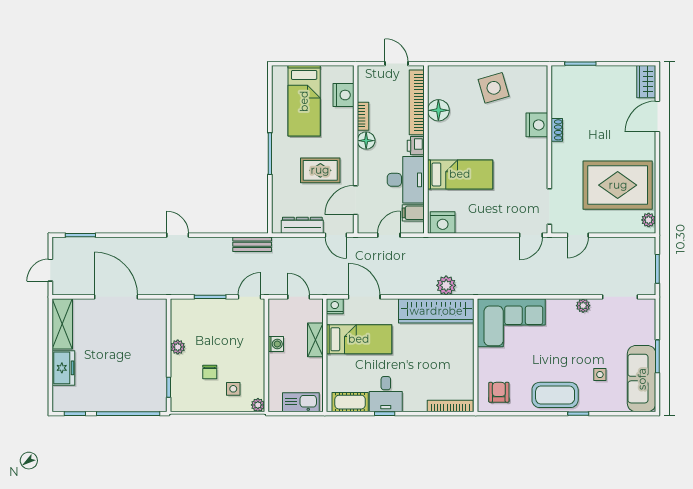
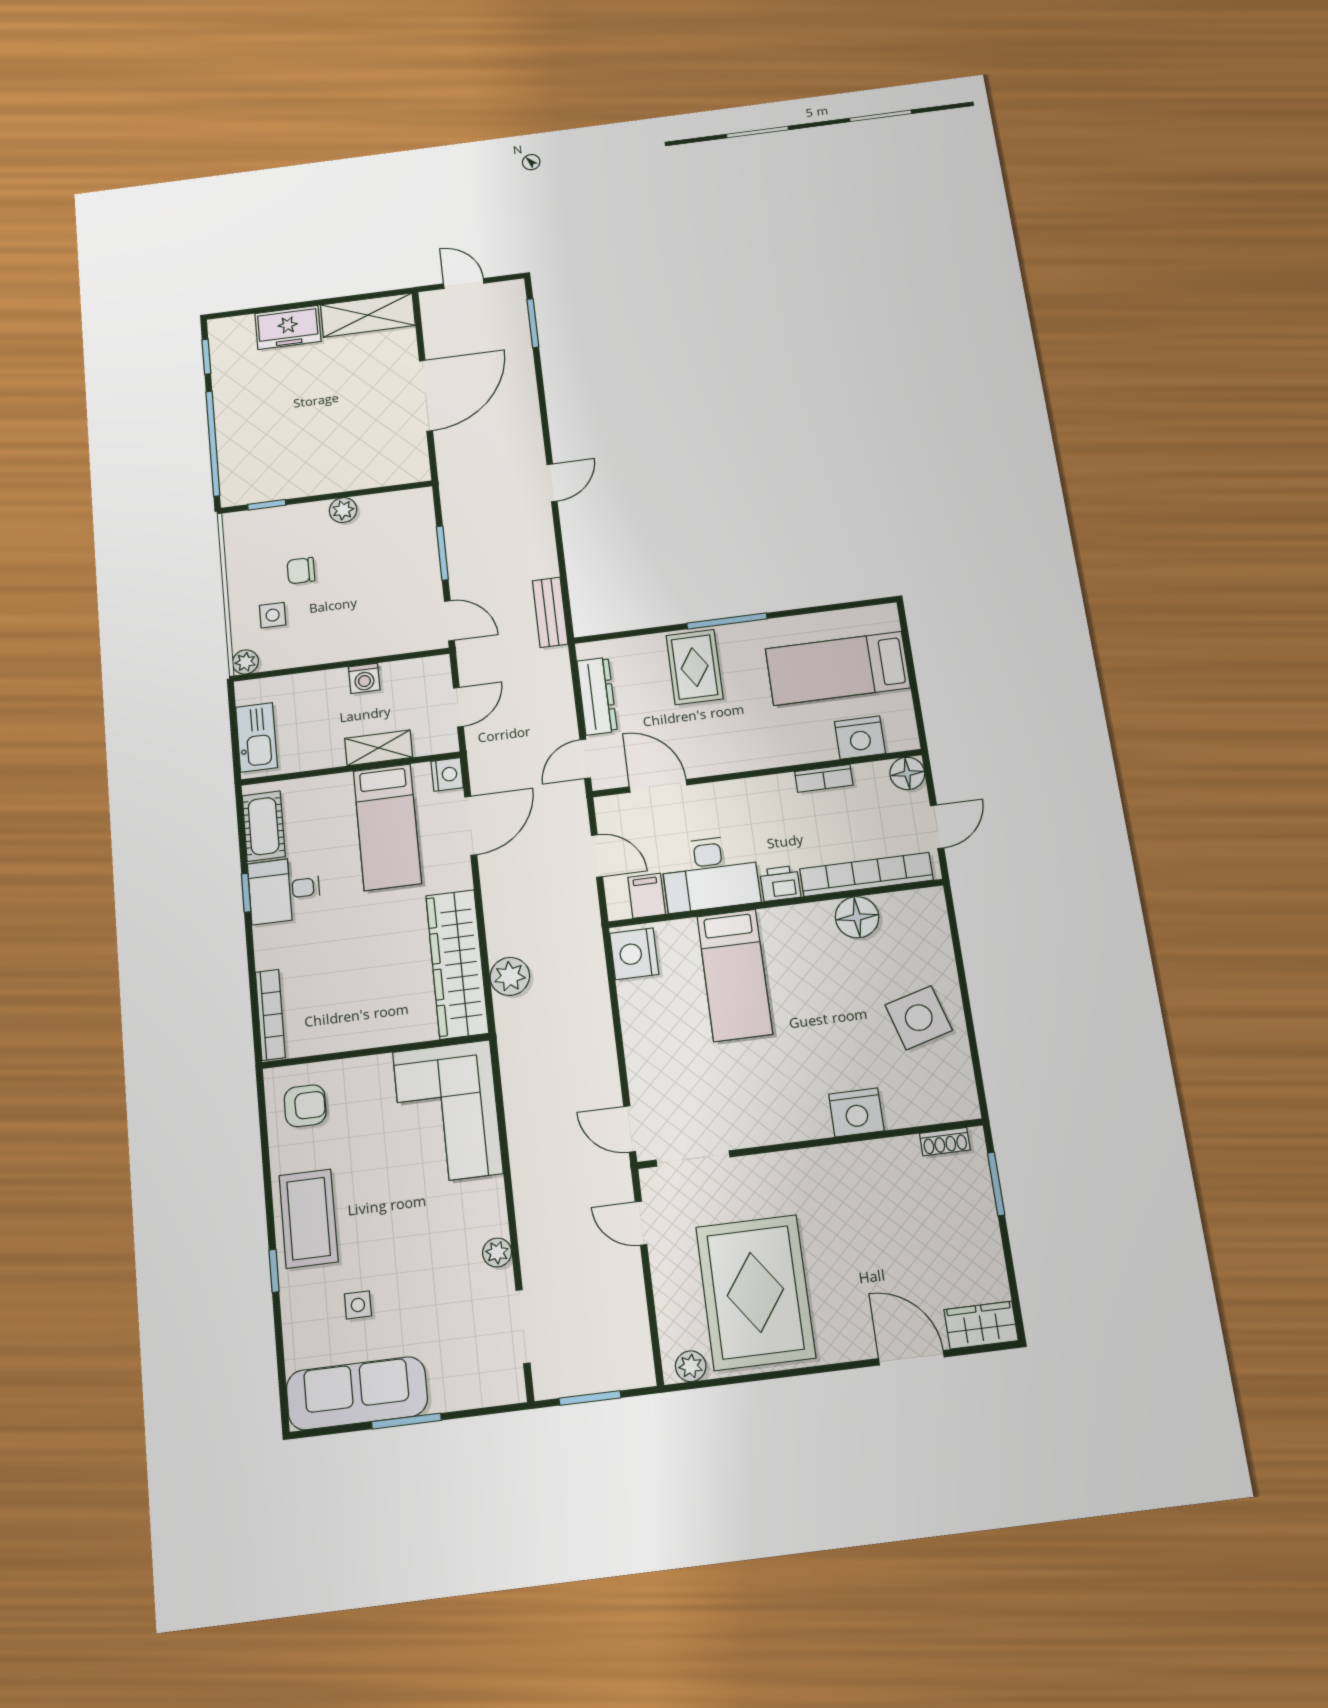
shoe rack: (557, 130) -> (945, 1142), moved
floor lamp: (366, 141) -> (907, 773), moved
rug: (320, 170) -> (695, 667), moved

